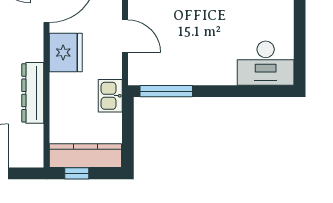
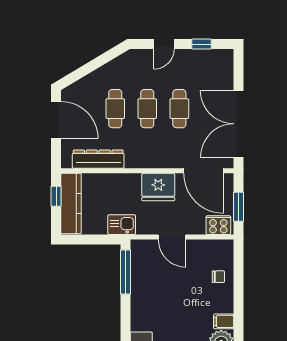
door: (125, 36) -> (172, 237), hinge flipped
dresser: (33, 93) -> (98, 159), moved

